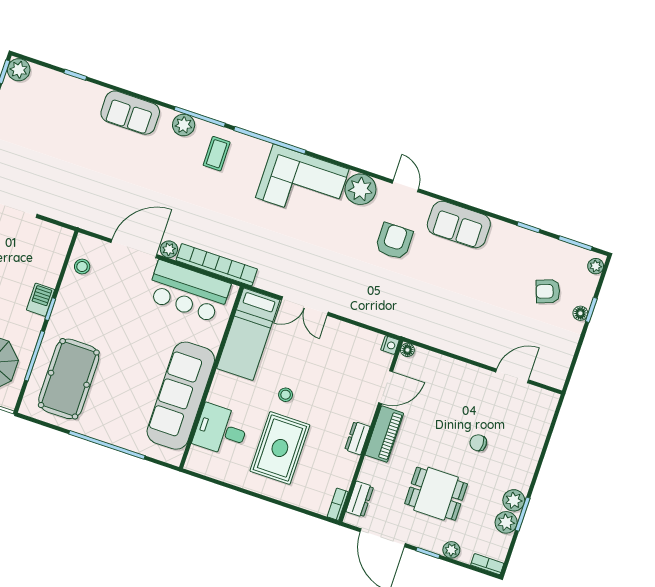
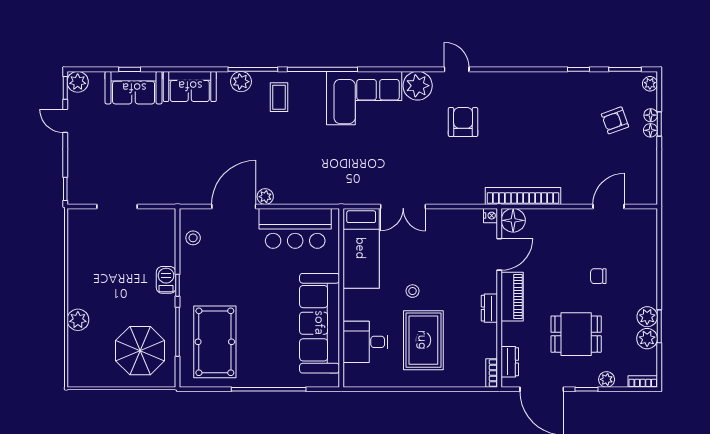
sofa: (459, 224) -> (134, 88), moved
bookcase: (217, 265) -> (523, 196), moved
floor lamp: (586, 298) -> (651, 115), added
floor lamp: (407, 350) -> (513, 220), width x1.89, depth x1.89

